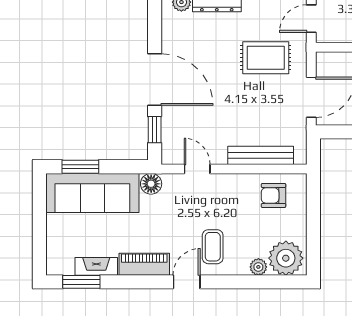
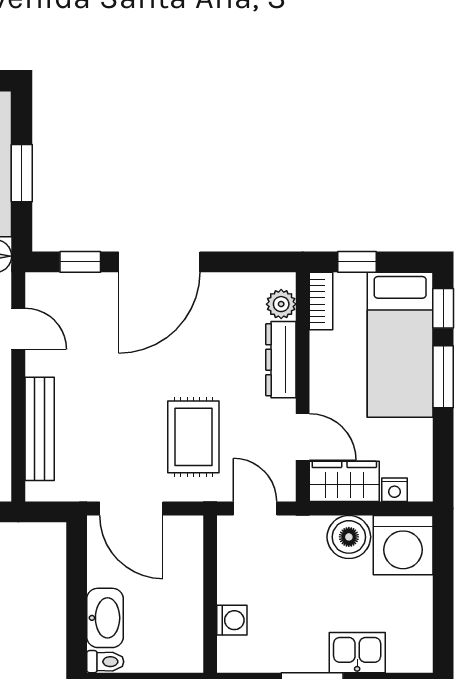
window: (80, 167) -> (22, 173), moved
door: (197, 169) -> (18, 329), hinge flipped

